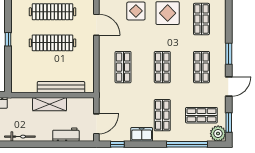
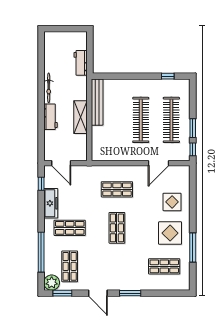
window: (8, 39) -> (168, 76), moved
shop shelf: (162, 67) -> (117, 228), turned 90
shop shelf: (201, 67) -> (117, 266), removed
bench: (61, 87) -> (97, 102), moved
freezer: (142, 134) -> (51, 203), width x1.40
workbench: (66, 135) -> (51, 117), moved

